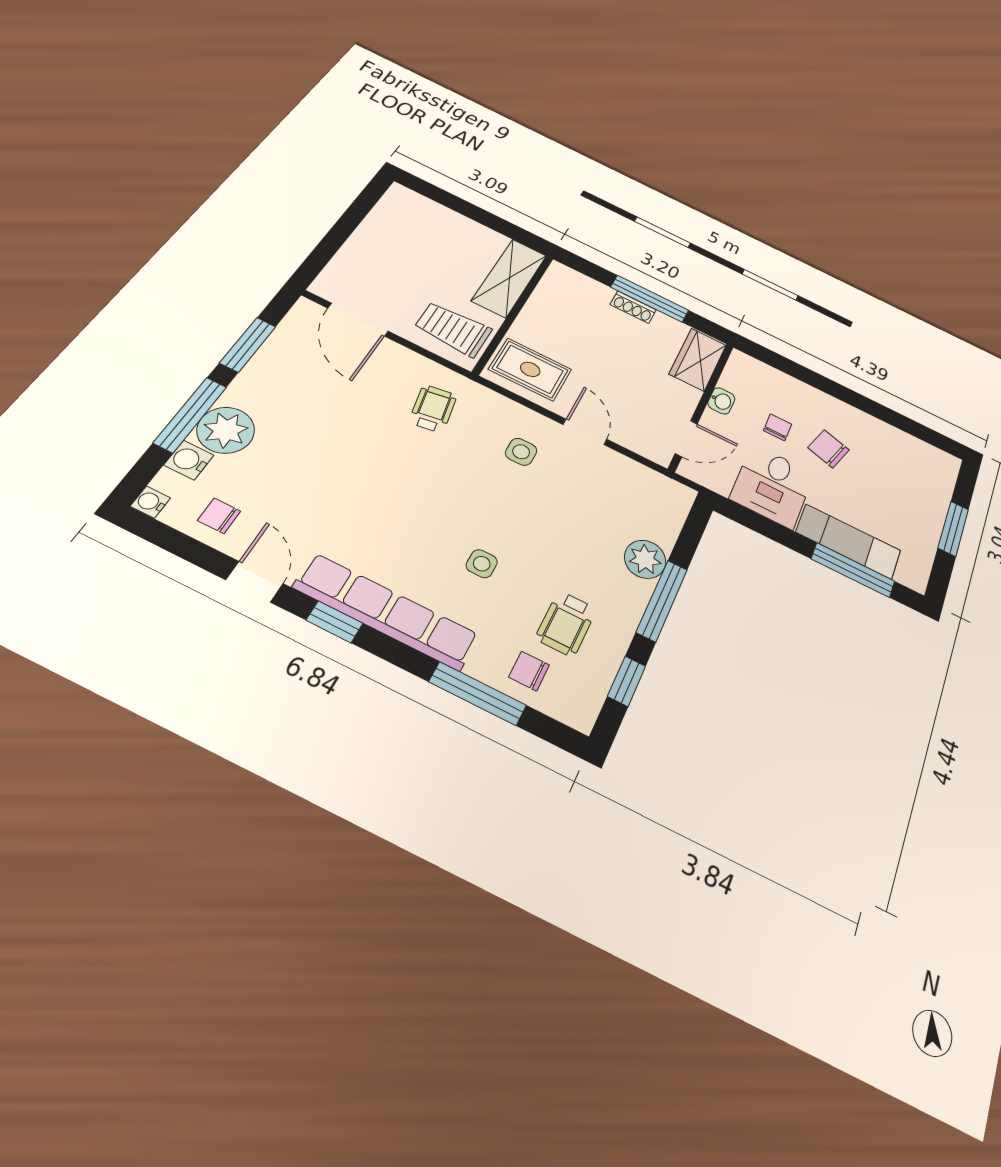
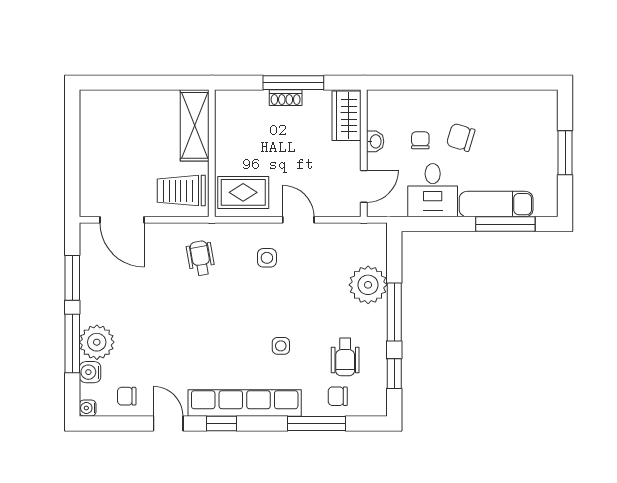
plant: (645, 559) -> (368, 285), width x1.36, depth x1.36

